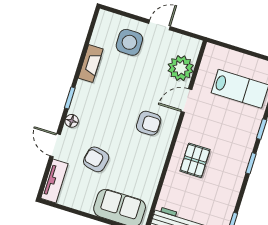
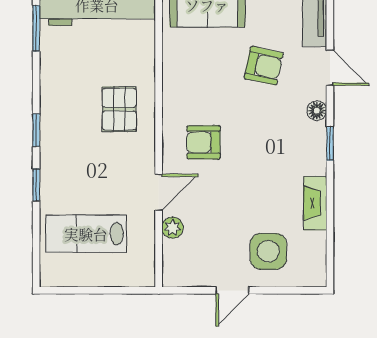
plant: (181, 68) -> (173, 228), width x0.53, depth x0.53

